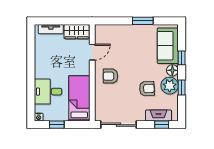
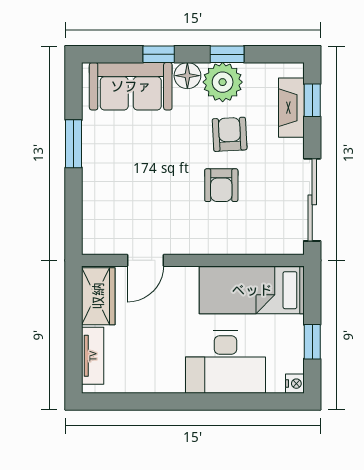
door: (92, 52) -> (146, 260), swing flipped
armchair: (110, 76) -> (221, 185), moved
desk: (48, 92) -> (225, 362), width x1.37

